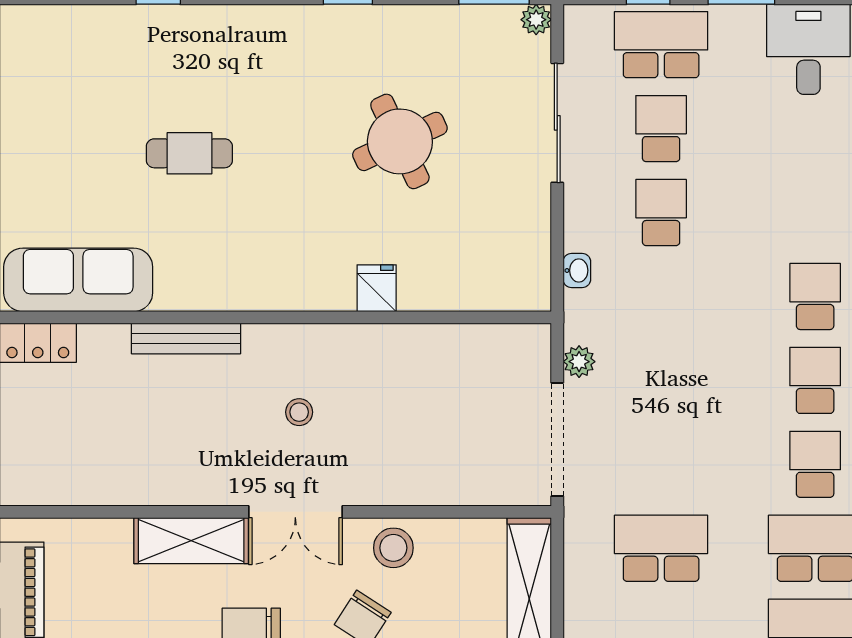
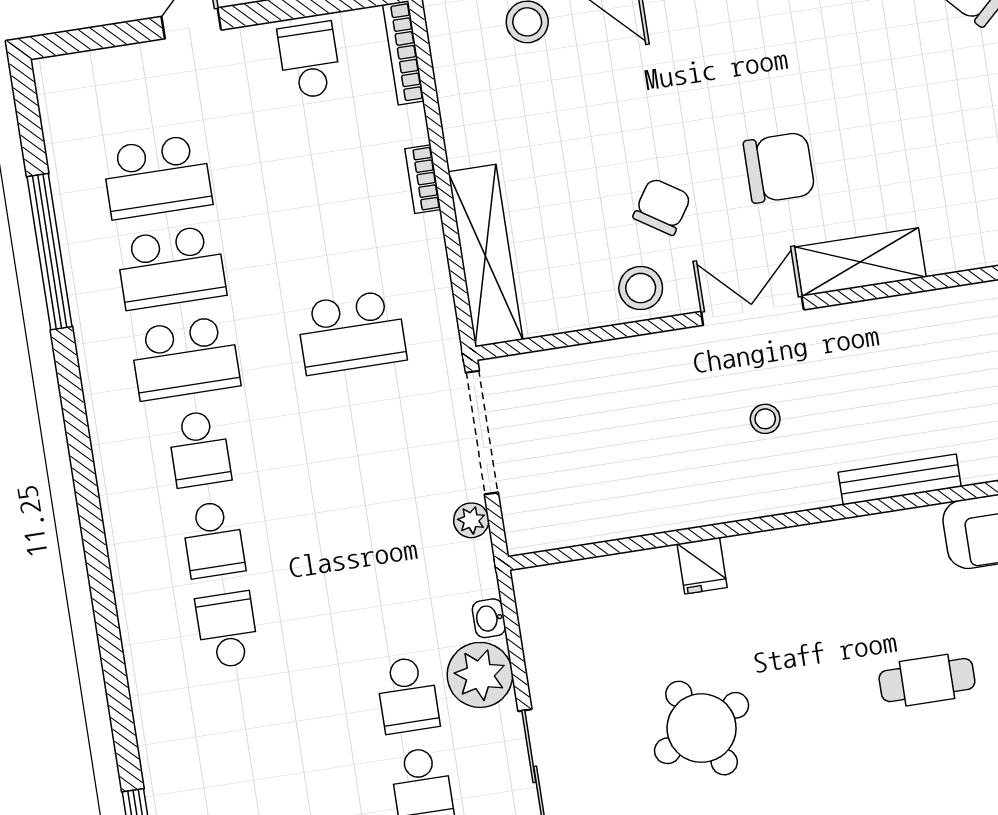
plant: (593, 220) -> (480, 675), added
school desk: (815, 296) -> (227, 630), turned 180

